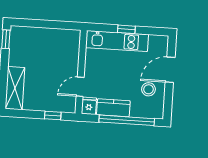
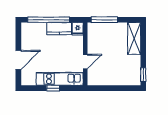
door: (80, 87) -> (85, 62), moved
stool: (148, 89) -> (34, 44), removed
window: (53, 116) -> (104, 20), width x2.17

